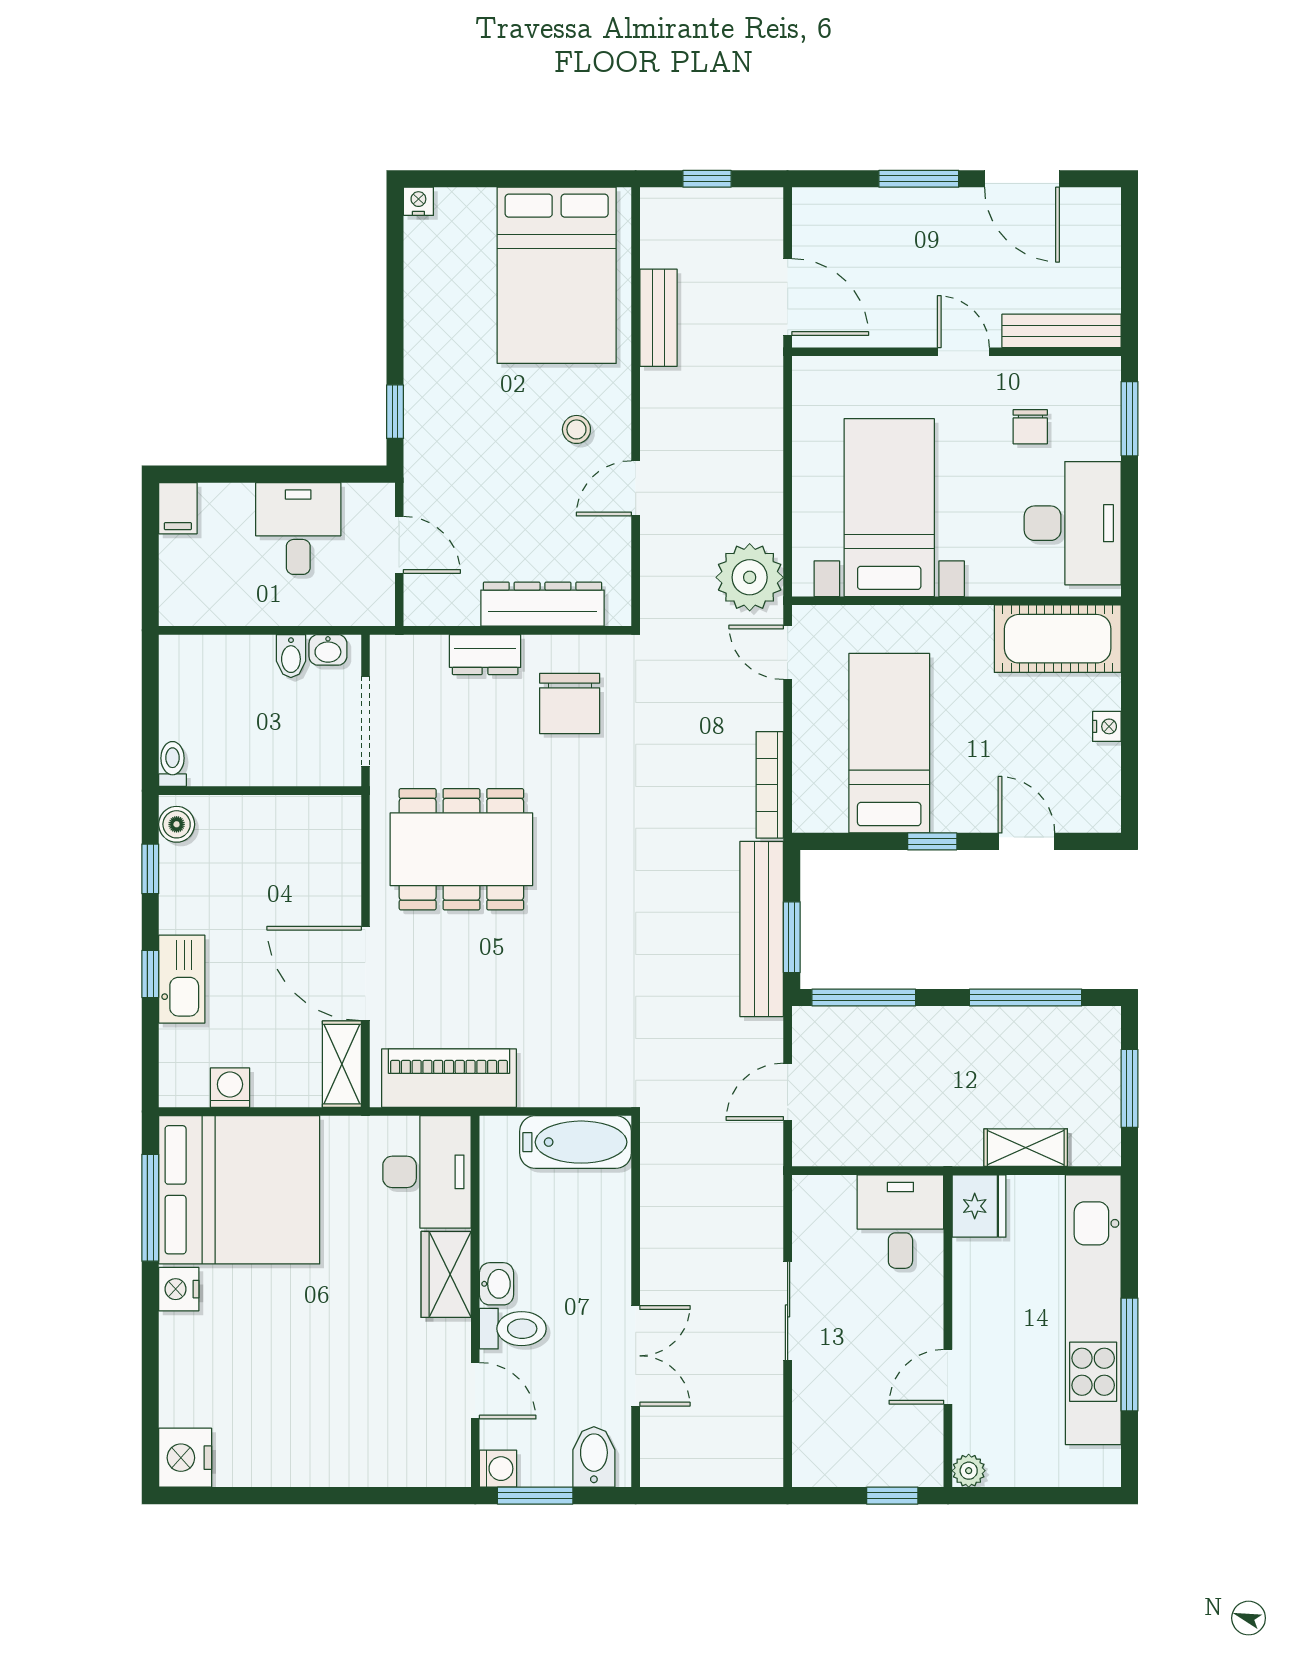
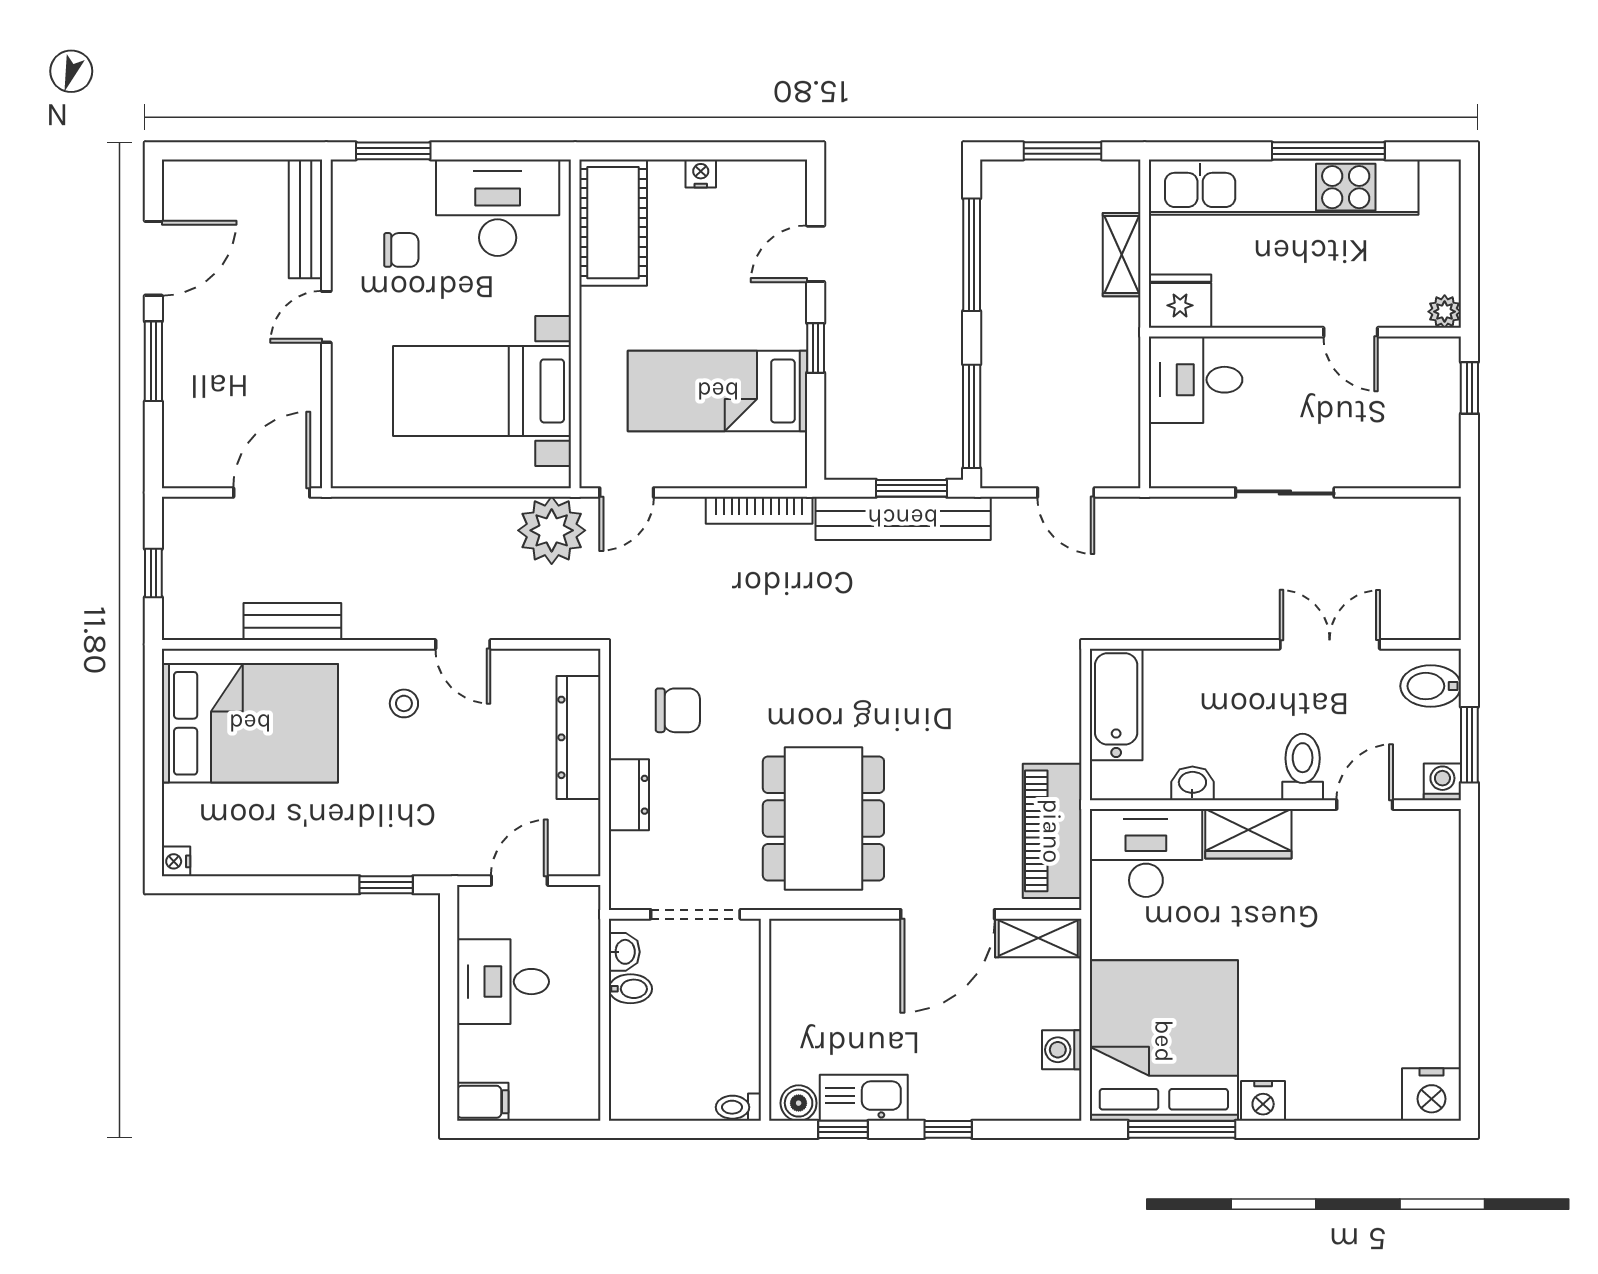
chair: (570, 703) -> (678, 710), width x0.73, depth x0.73
kitchen sink: (182, 979) -> (864, 1098), moved
washbasin: (497, 1284) -> (1192, 783), moved

